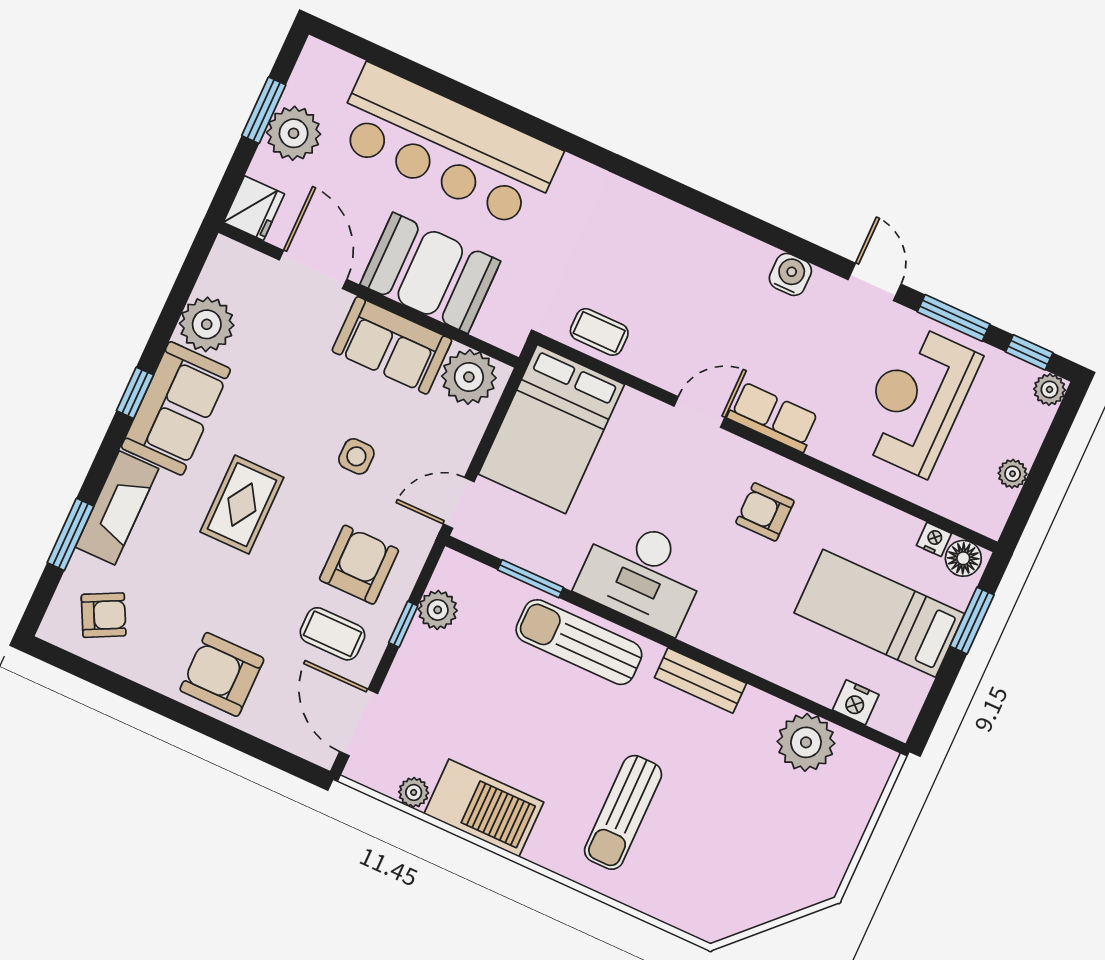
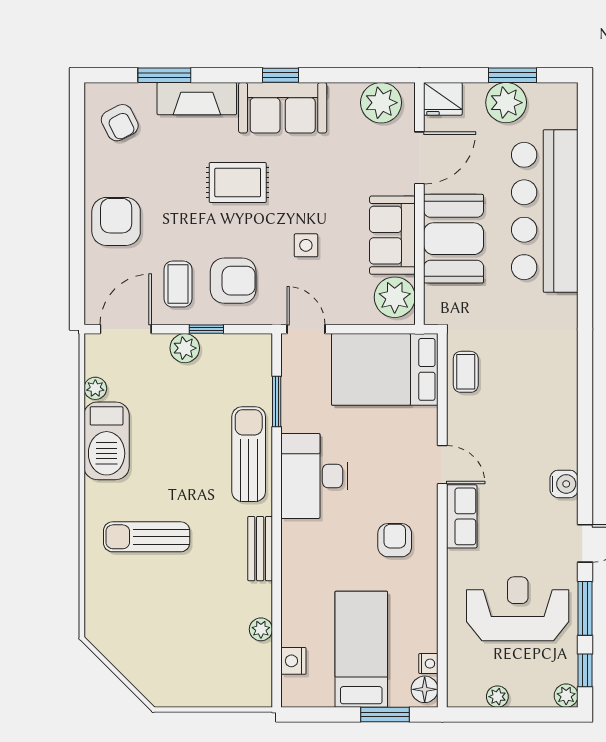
plant: (207, 324) -> (381, 103), moved
plant: (438, 610) -> (185, 348), moved
plant: (806, 742) -> (261, 629), width x0.53, depth x0.53

